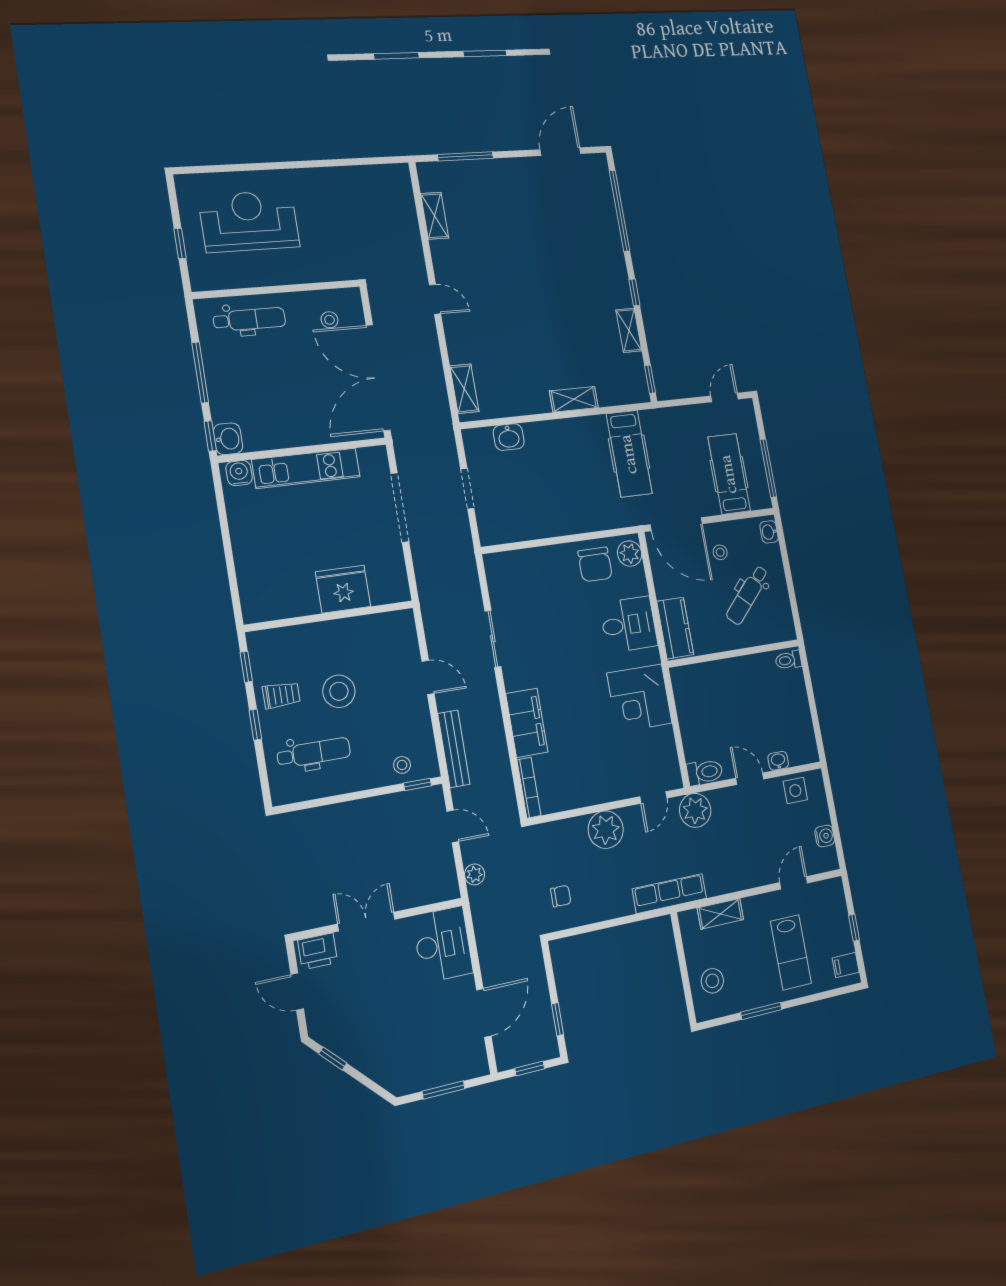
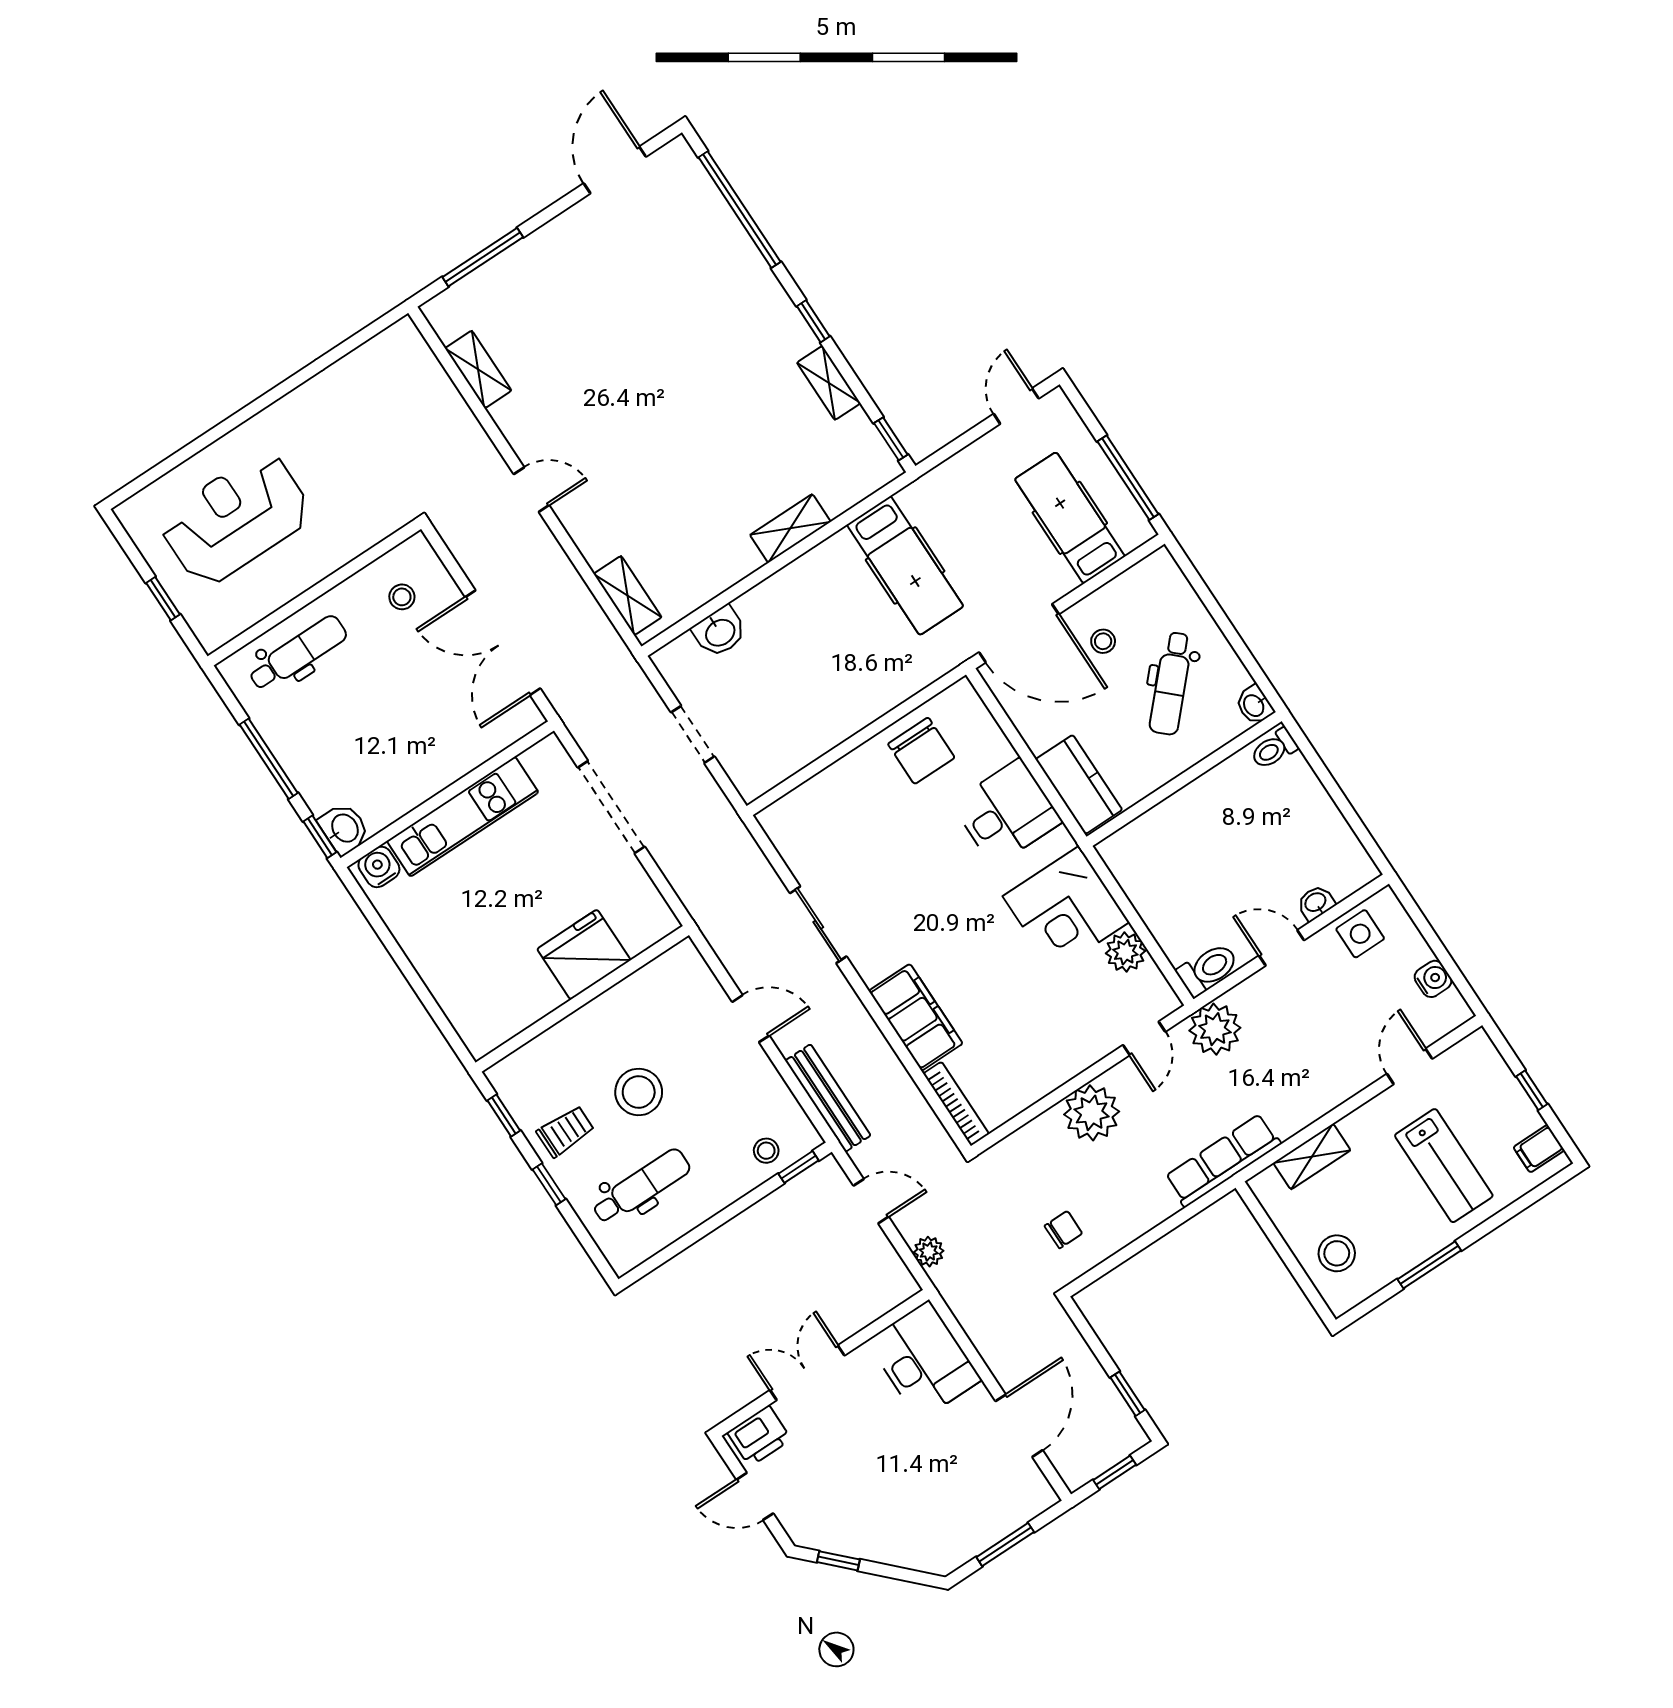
double door: (378, 378) -> (503, 643), width x0.73
washbasin: (769, 532) -> (1254, 705), moved
plant: (630, 554) -> (1125, 952), moved

